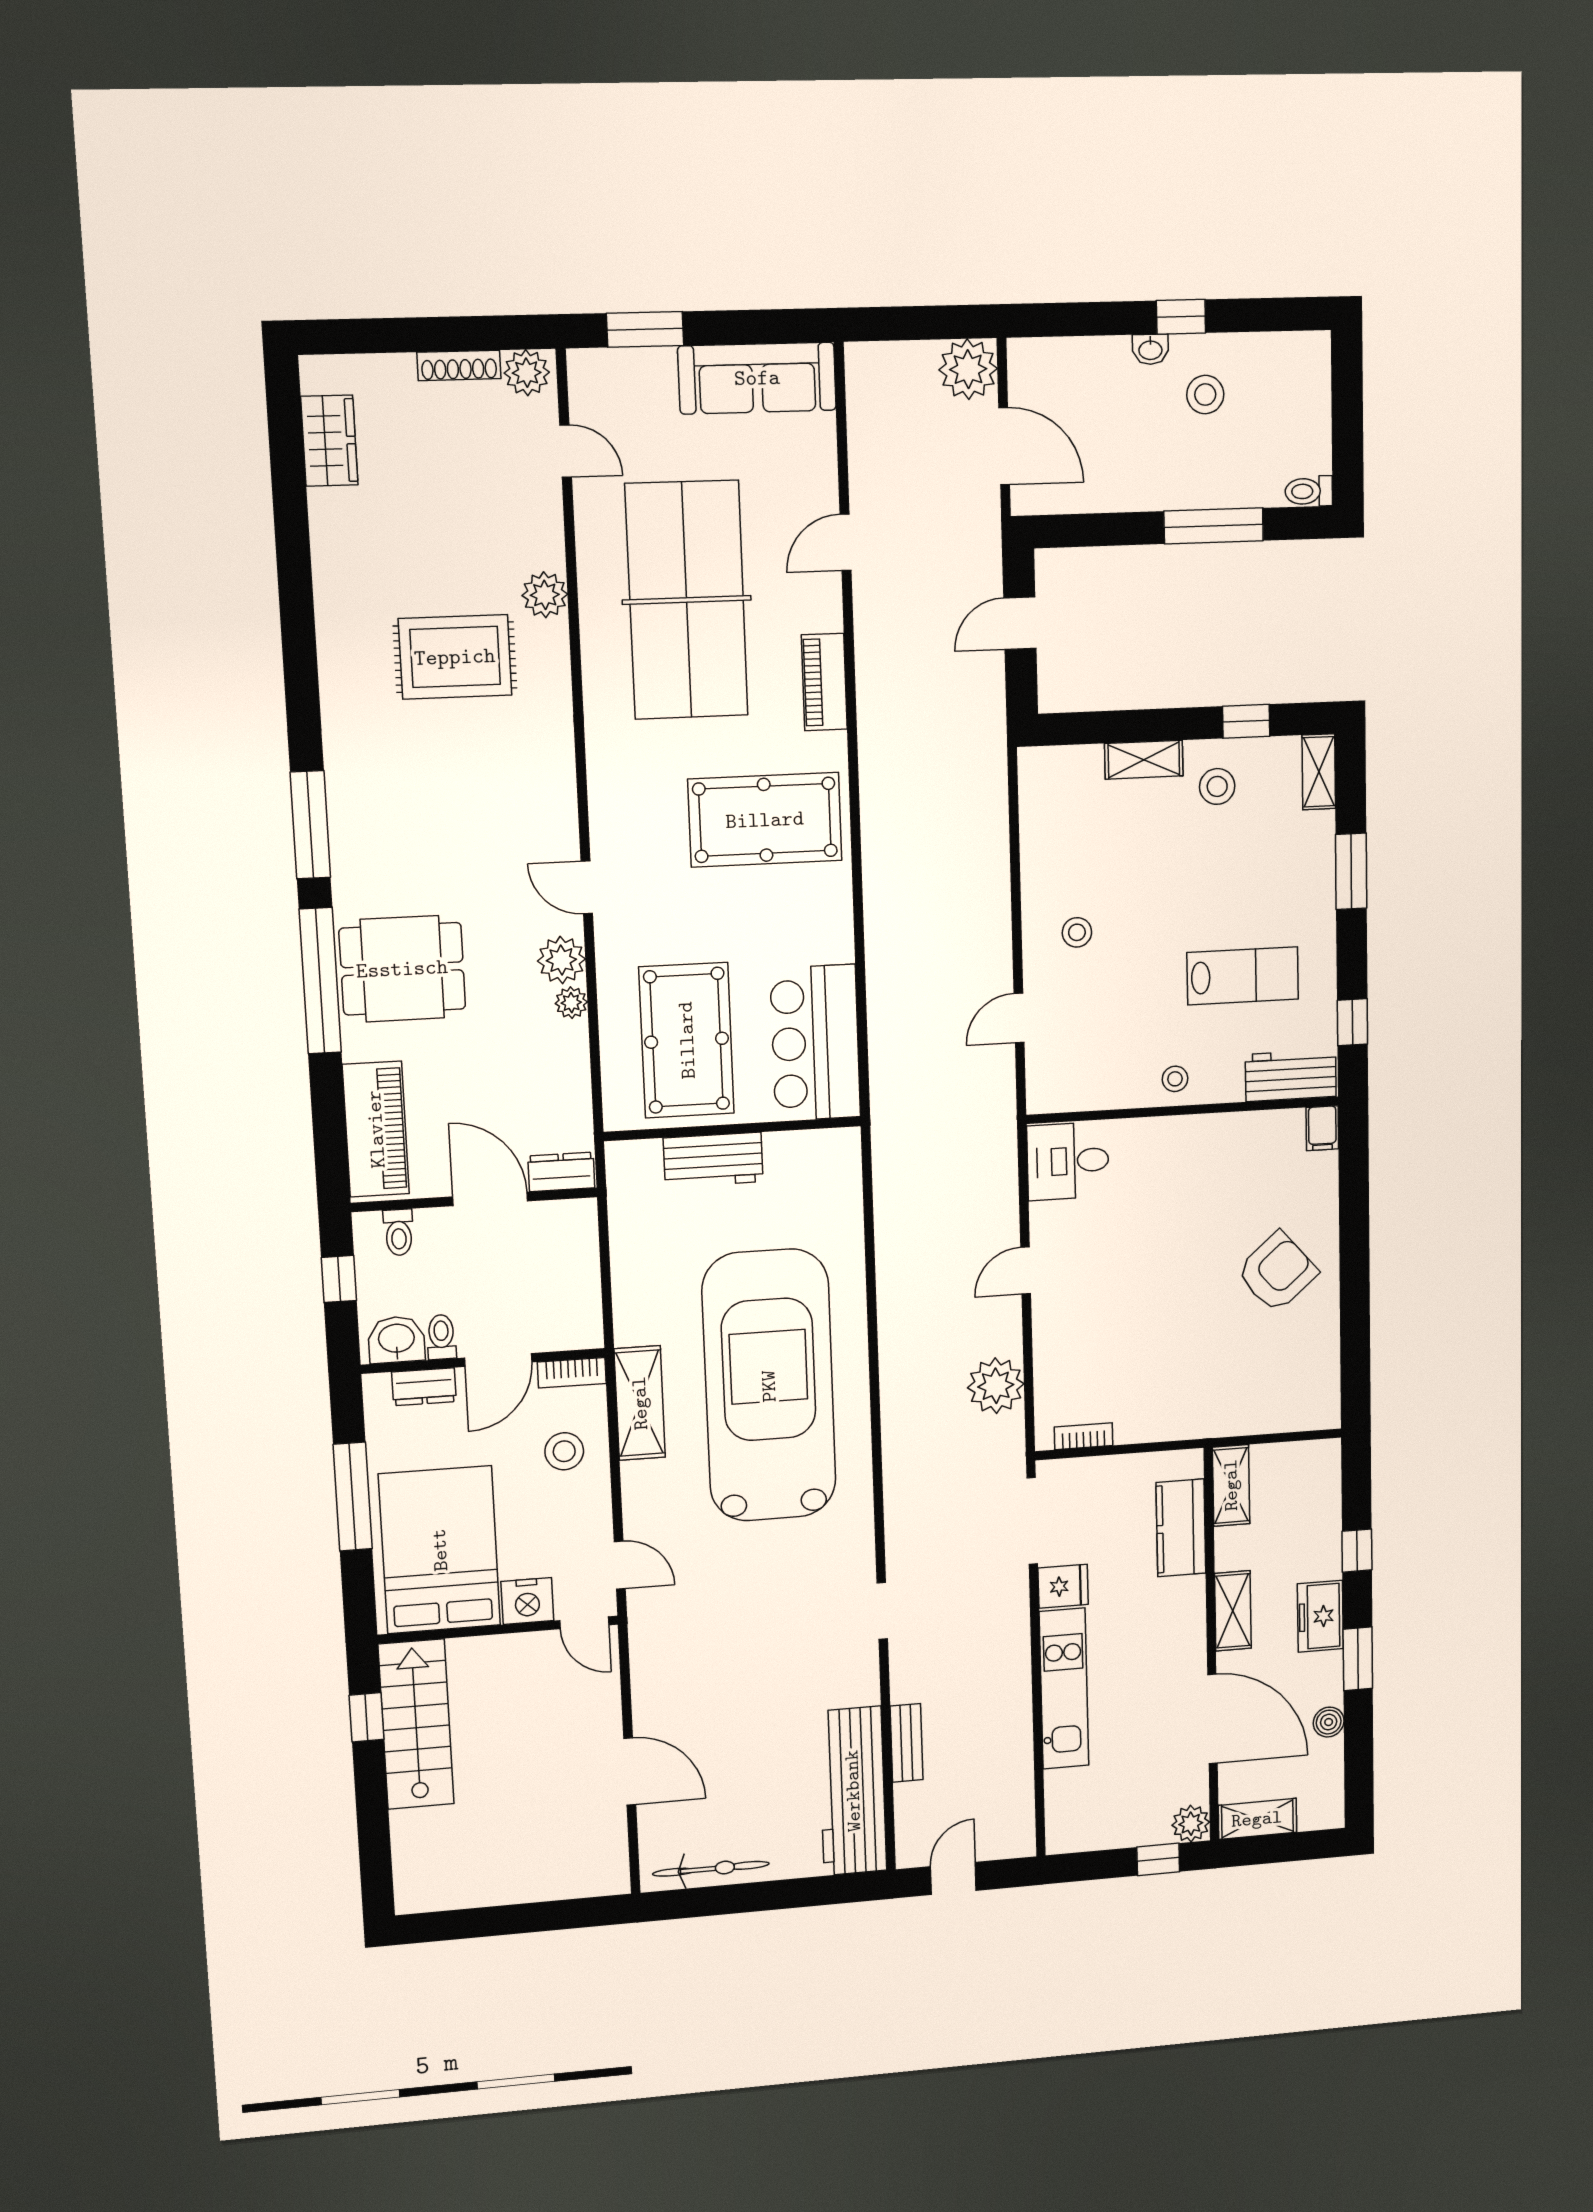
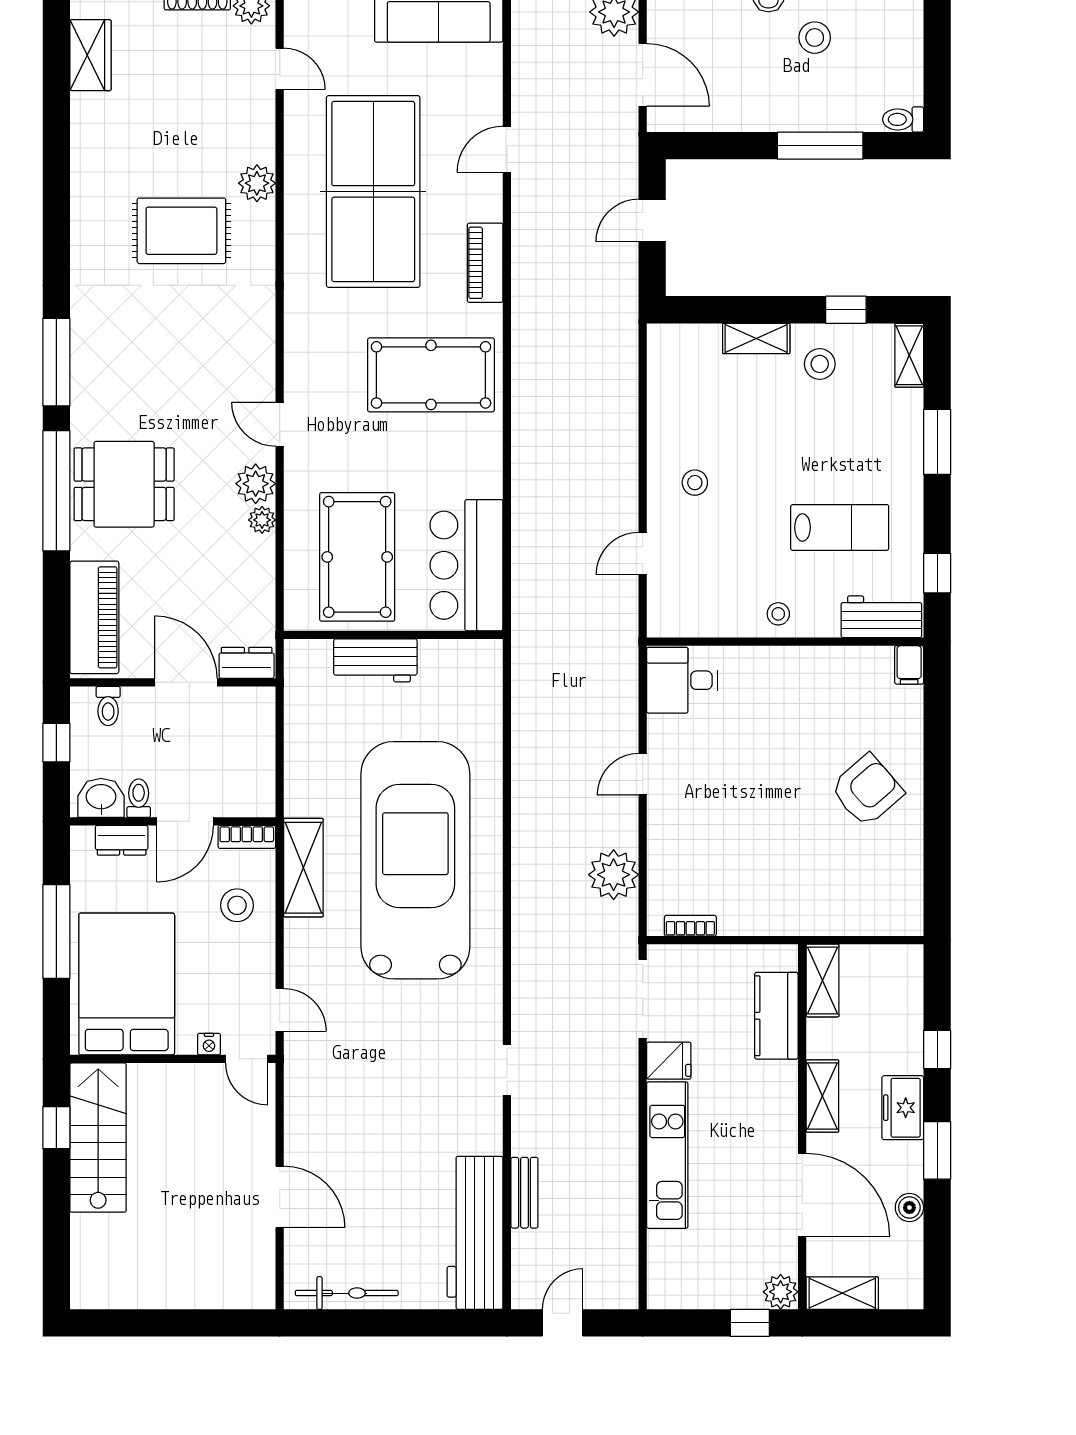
nightstand: (527, 1601) -> (209, 1044), width x0.53, depth x0.56

